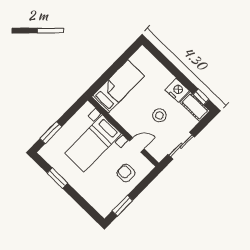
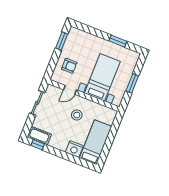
bed: (118, 86) -> (96, 142), moved, turned 180
nightstand: (177, 90) -> (74, 149), moved
stool: (159, 115) -> (77, 115), moved
window: (51, 133) -> (132, 83), moved

